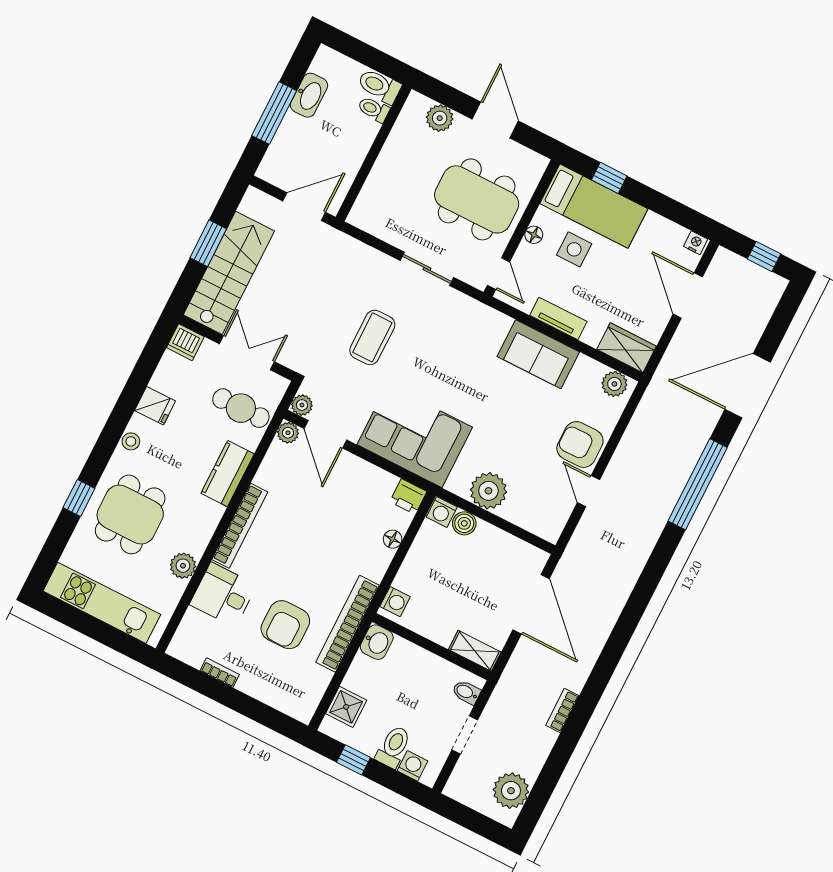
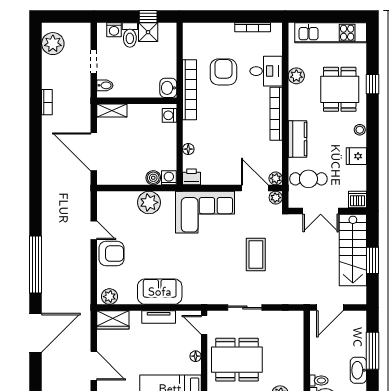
side table: (574, 249) -> (169, 359), removed
bookcase: (220, 673) -> (253, 27), width x1.56
shower: (346, 707) -> (148, 32), moved

